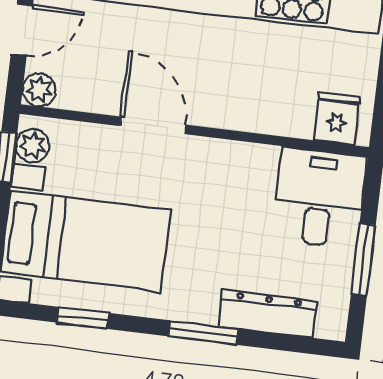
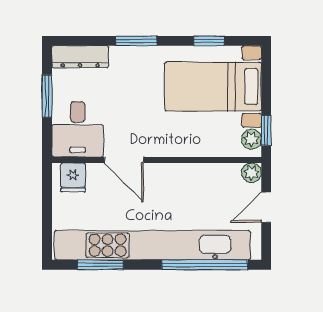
door: (153, 125) -> (124, 160), moved
dresser: (268, 314) -> (80, 57), moved

